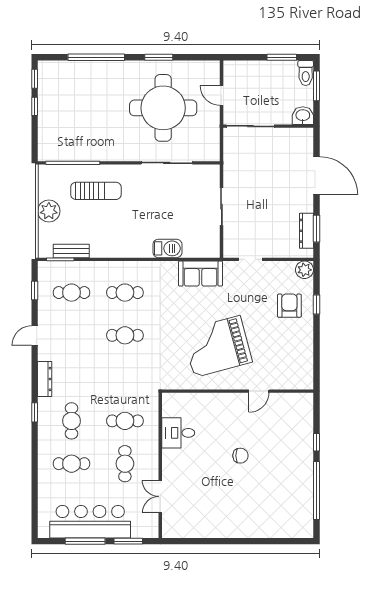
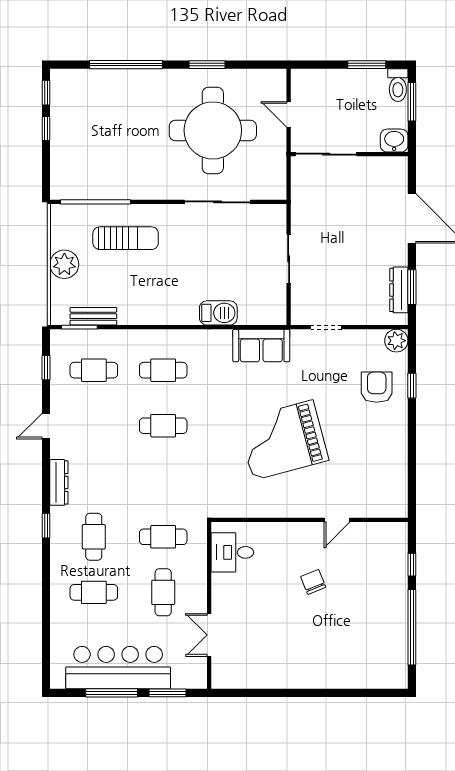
wall: (238, 391) -> (309, 520), moved
door: (259, 391) -> (337, 520), moved
chair: (240, 456) -> (313, 582), turned -112

